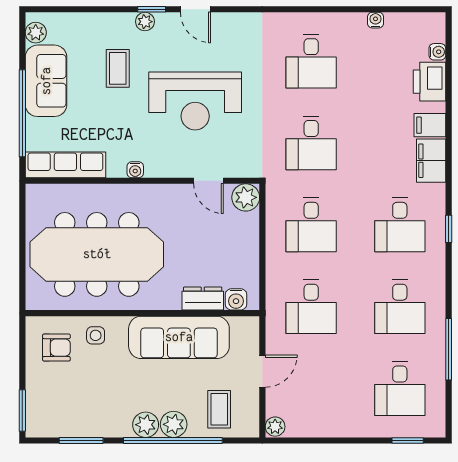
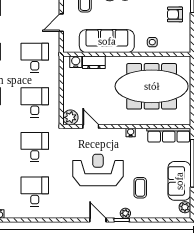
armchair: (56, 348) -> (175, 14), moved

